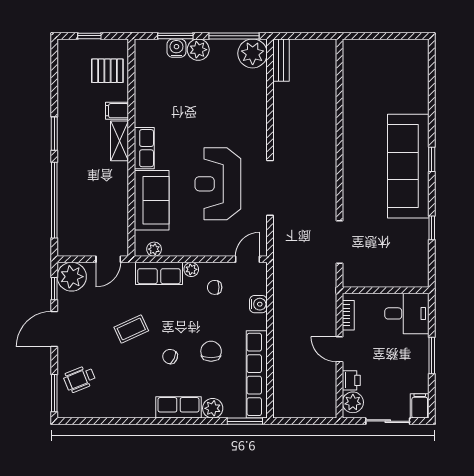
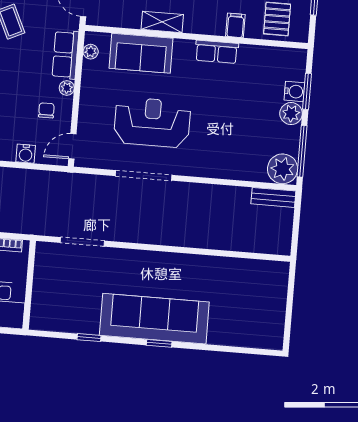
shelving: (119, 141) -> (162, 22), moved
row of seats: (144, 148) -> (217, 52), moved
door: (248, 259) -> (72, 146), swing flipped

